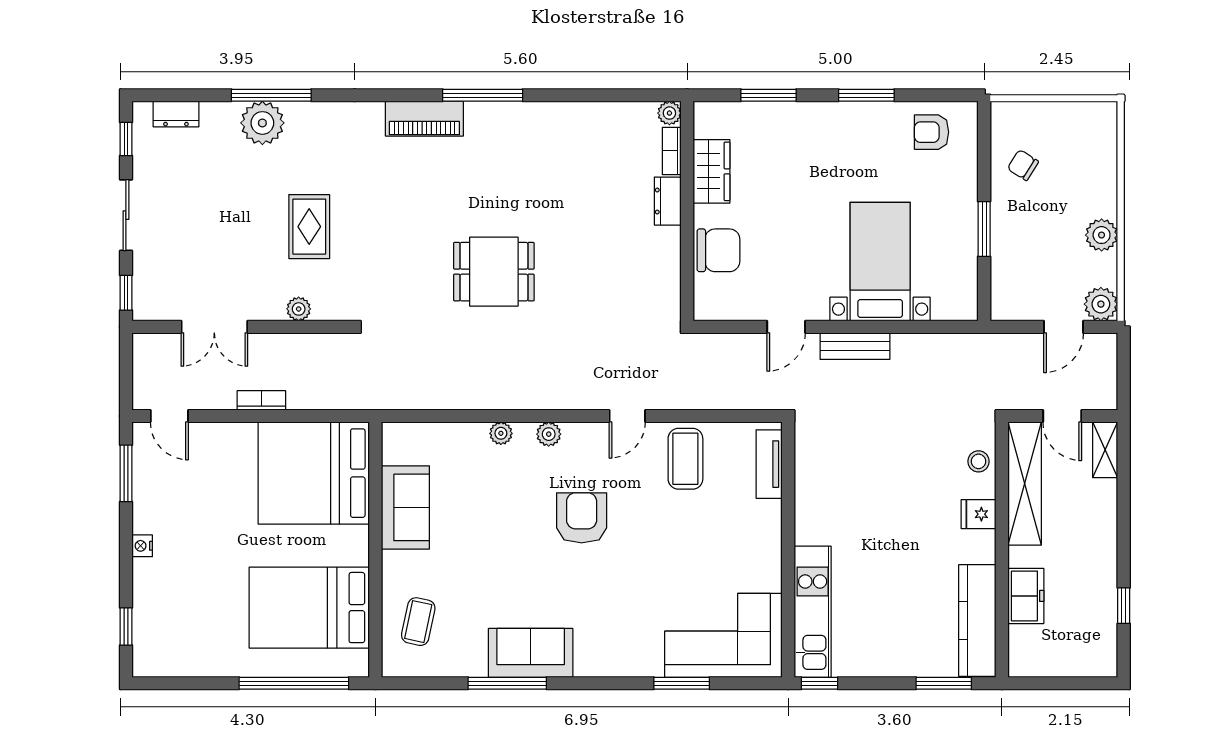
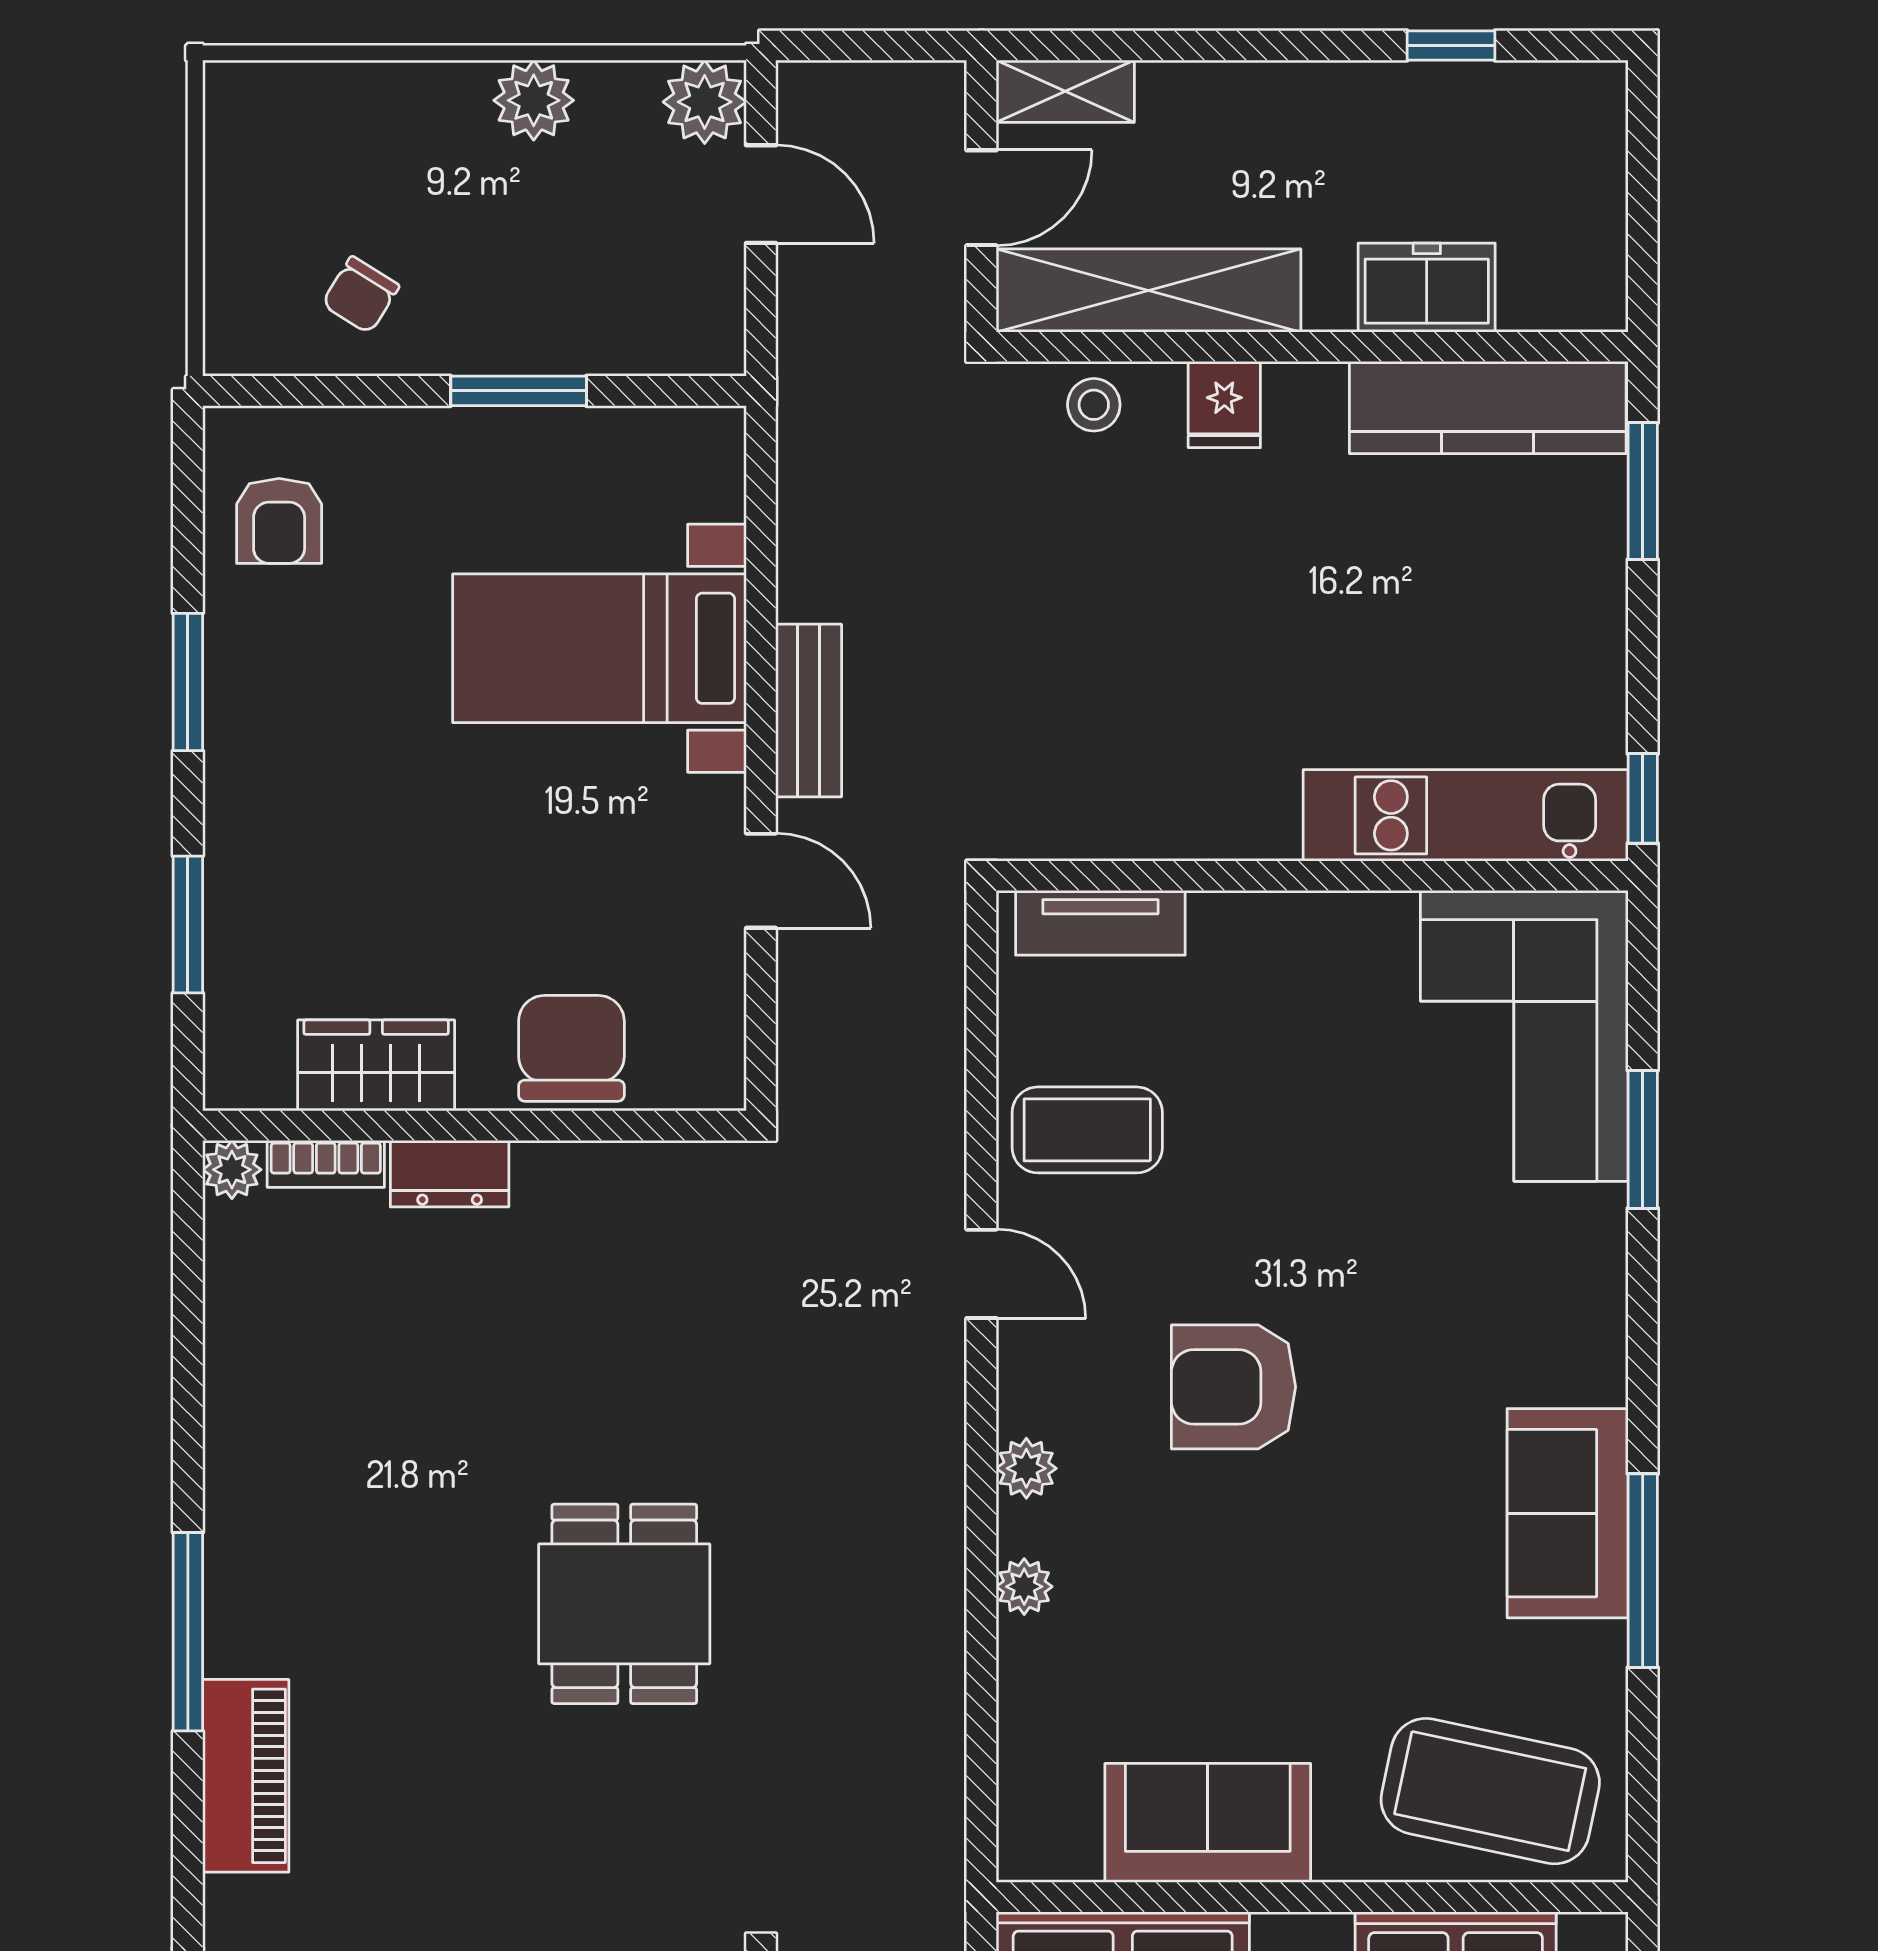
coffee table: (418, 622) -> (1490, 1791), width x1.86, depth x1.72

